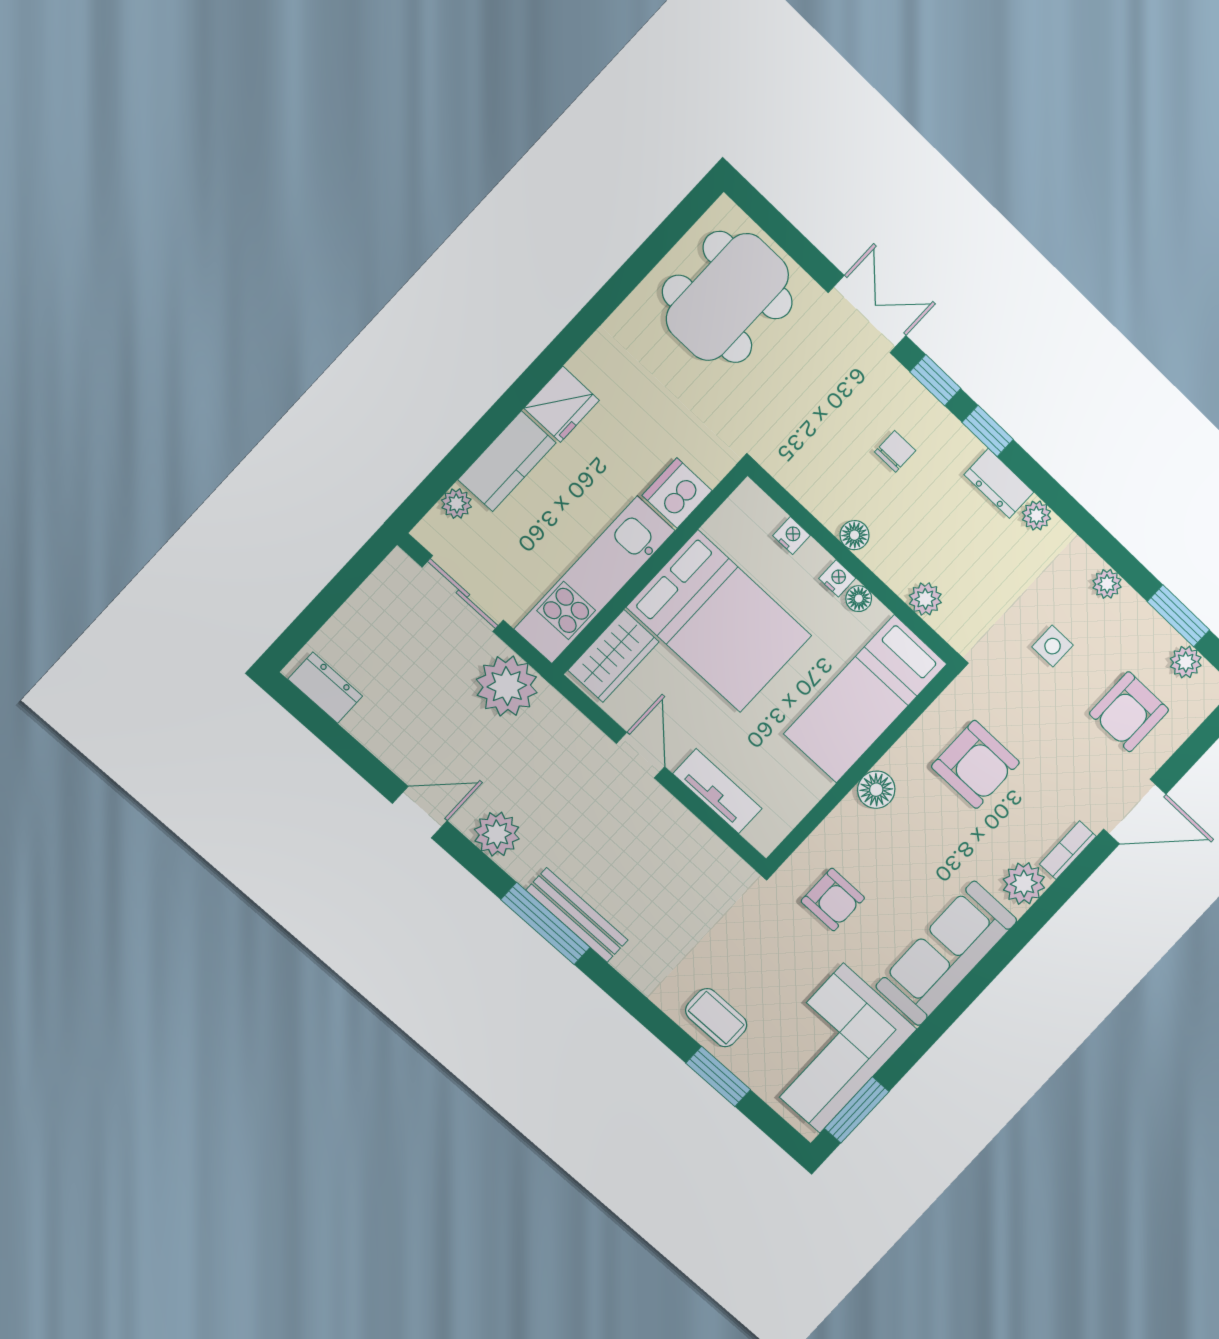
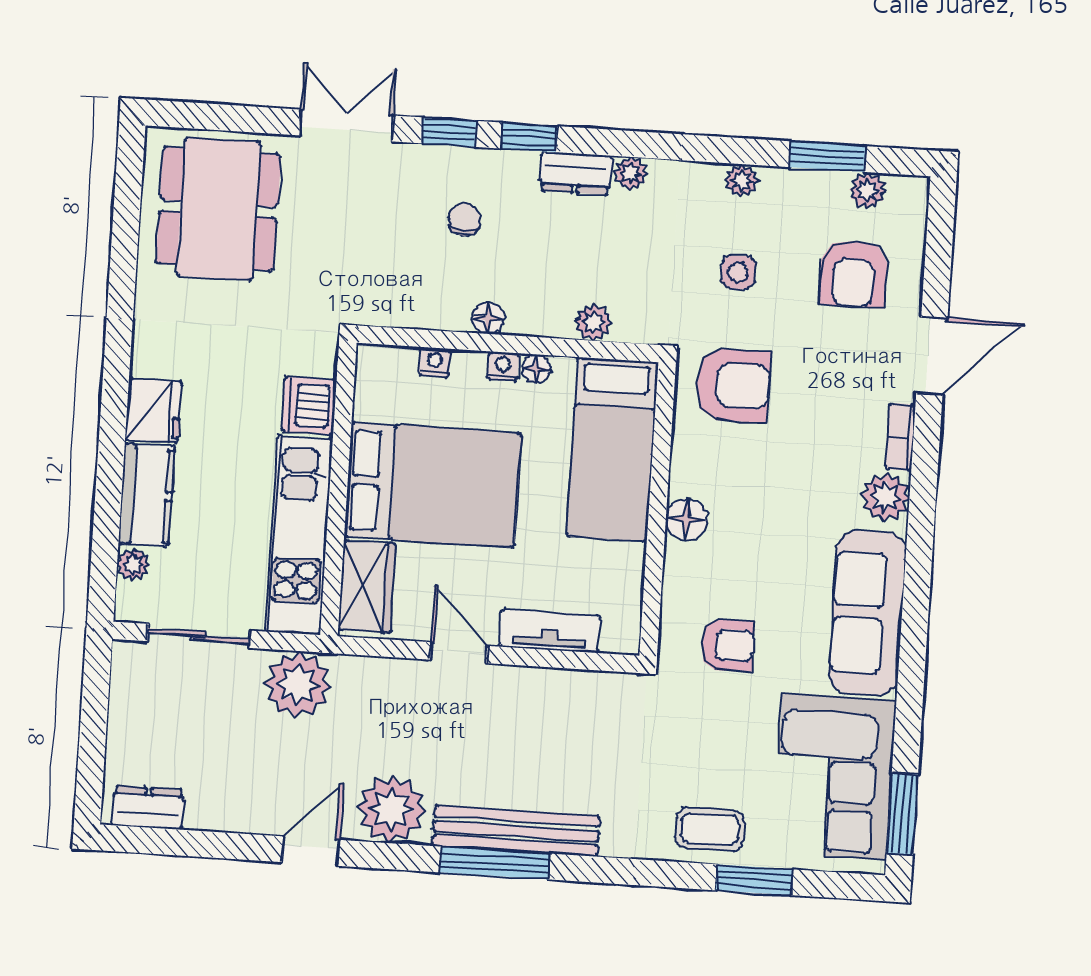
armchair: (975, 764) -> (733, 385), moved
plant: (497, 834) -> (391, 809), width x1.36, depth x1.36
bench: (577, 915) -> (516, 831), width x1.37, depth x1.21

